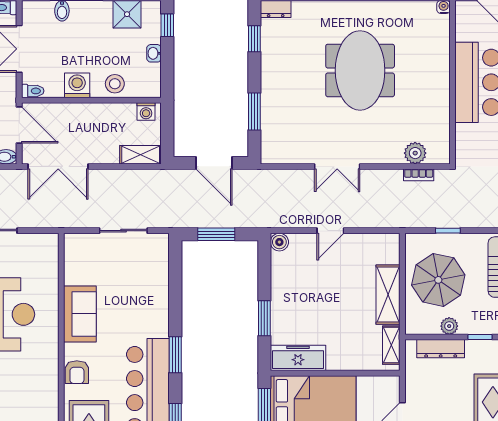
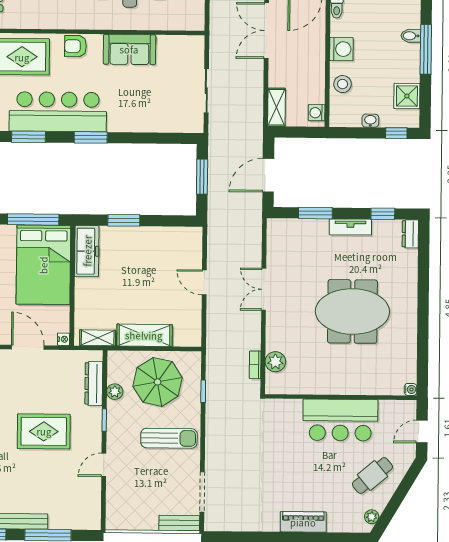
tv unit: (269, 74) -> (350, 227), added
boiler: (279, 242) -> (194, 235), removed
nightstand: (393, 382) -> (63, 339), added

